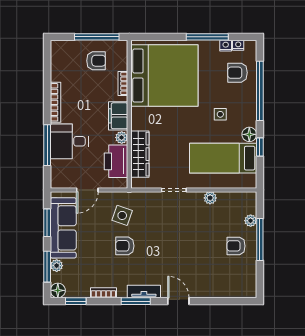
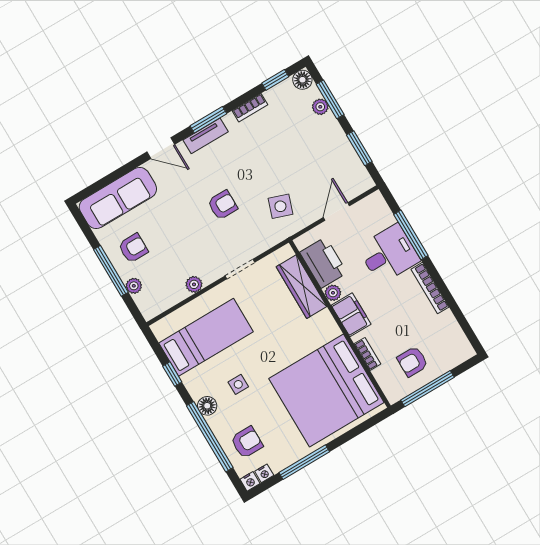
nightstand: (226, 46) -> (250, 481), moved
floor lamp: (249, 134) -> (207, 406), moved
sofa: (63, 228) -> (118, 198), moved, turned -90
armchair: (125, 246) -> (223, 205), moved

